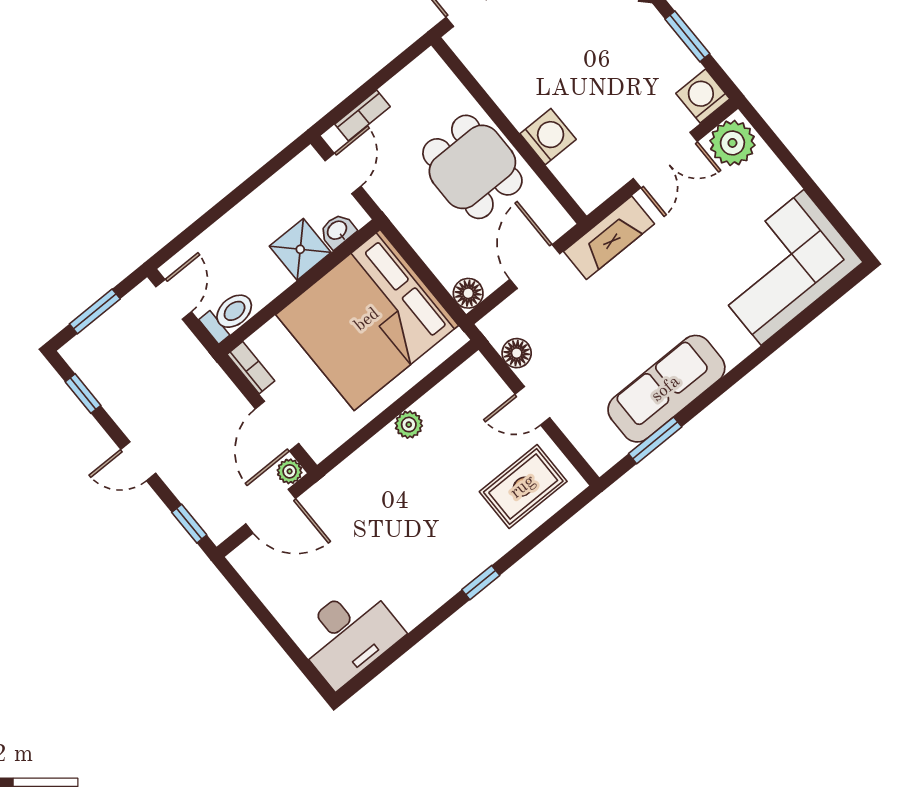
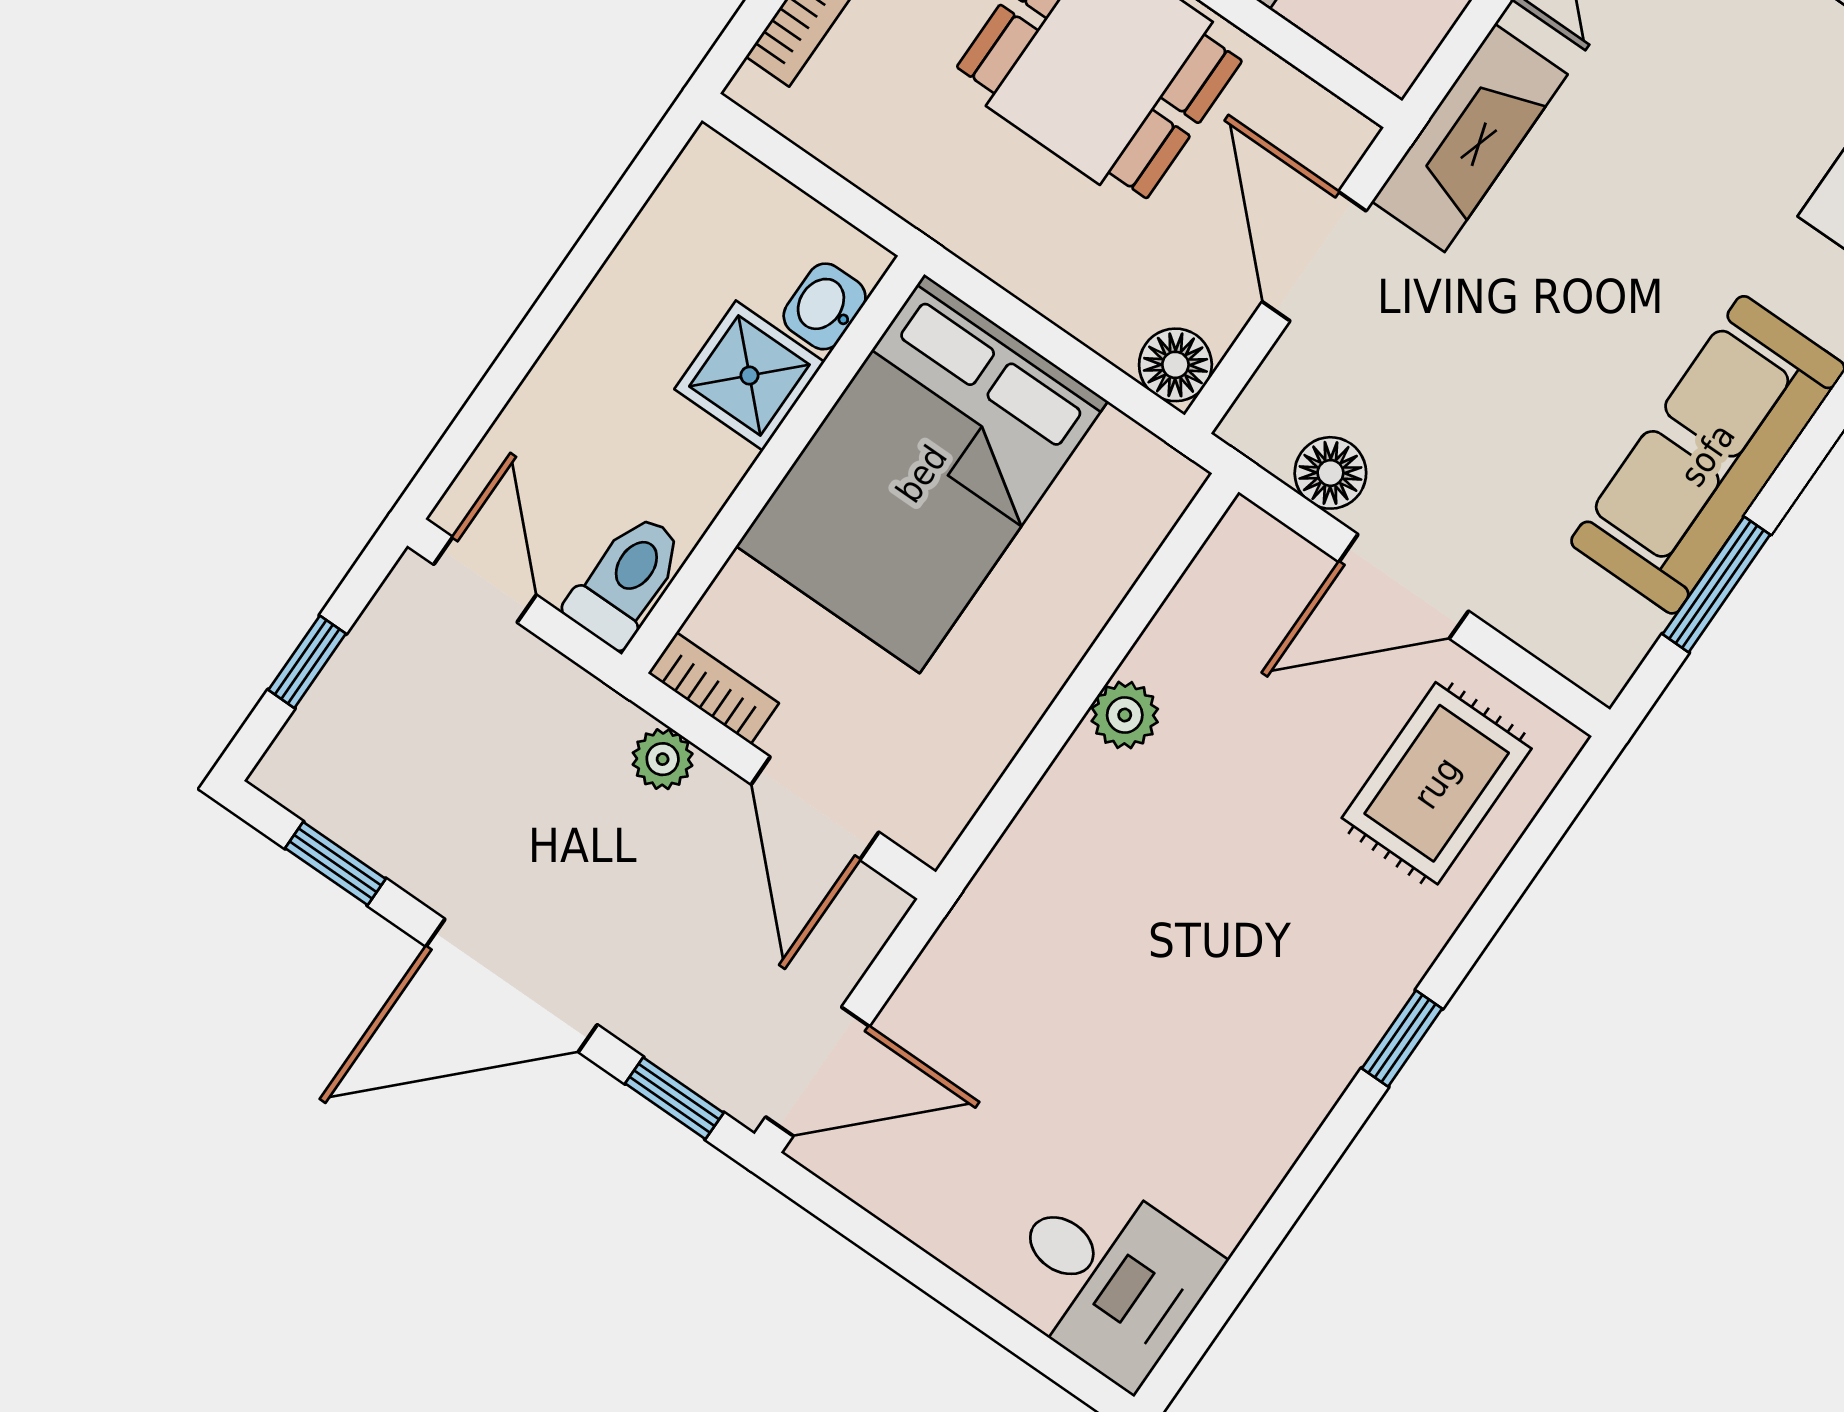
door: (343, 173) -> (799, 167), removed
window: (95, 311) -> (307, 662), width x0.67
bed: (367, 320) -> (922, 474), width x0.73
door: (532, 406) -> (1404, 586), width x1.37
door: (138, 461) -> (512, 986), width x1.88
plant: (290, 471) -> (663, 759), moved
door: (271, 511) -> (817, 1072), moved
desk: (348, 635) -> (1108, 1277), width x0.73

